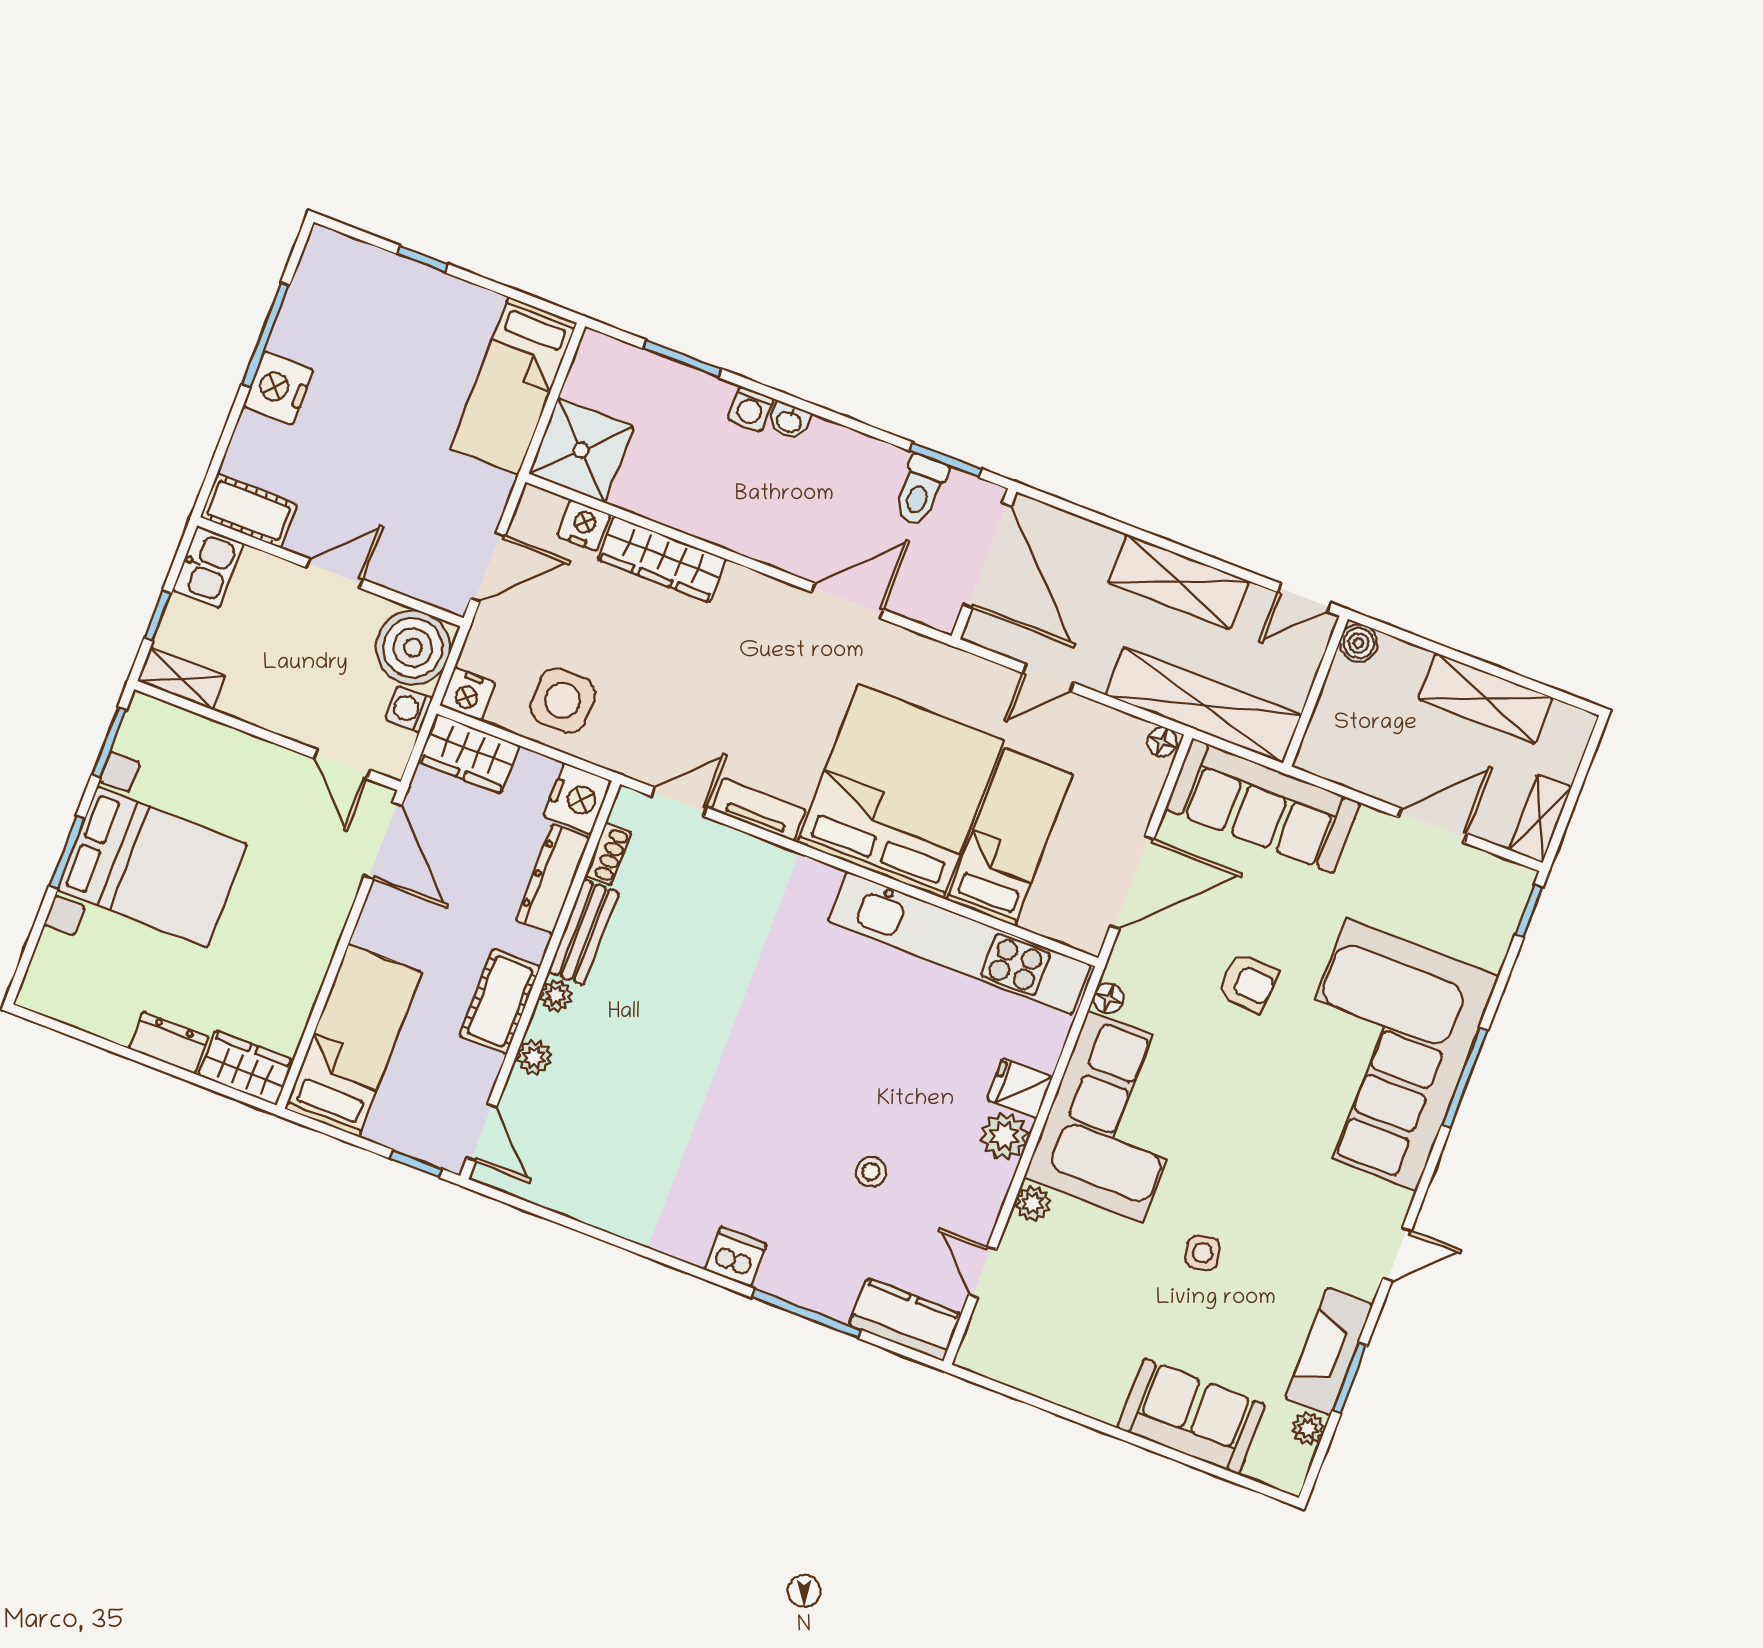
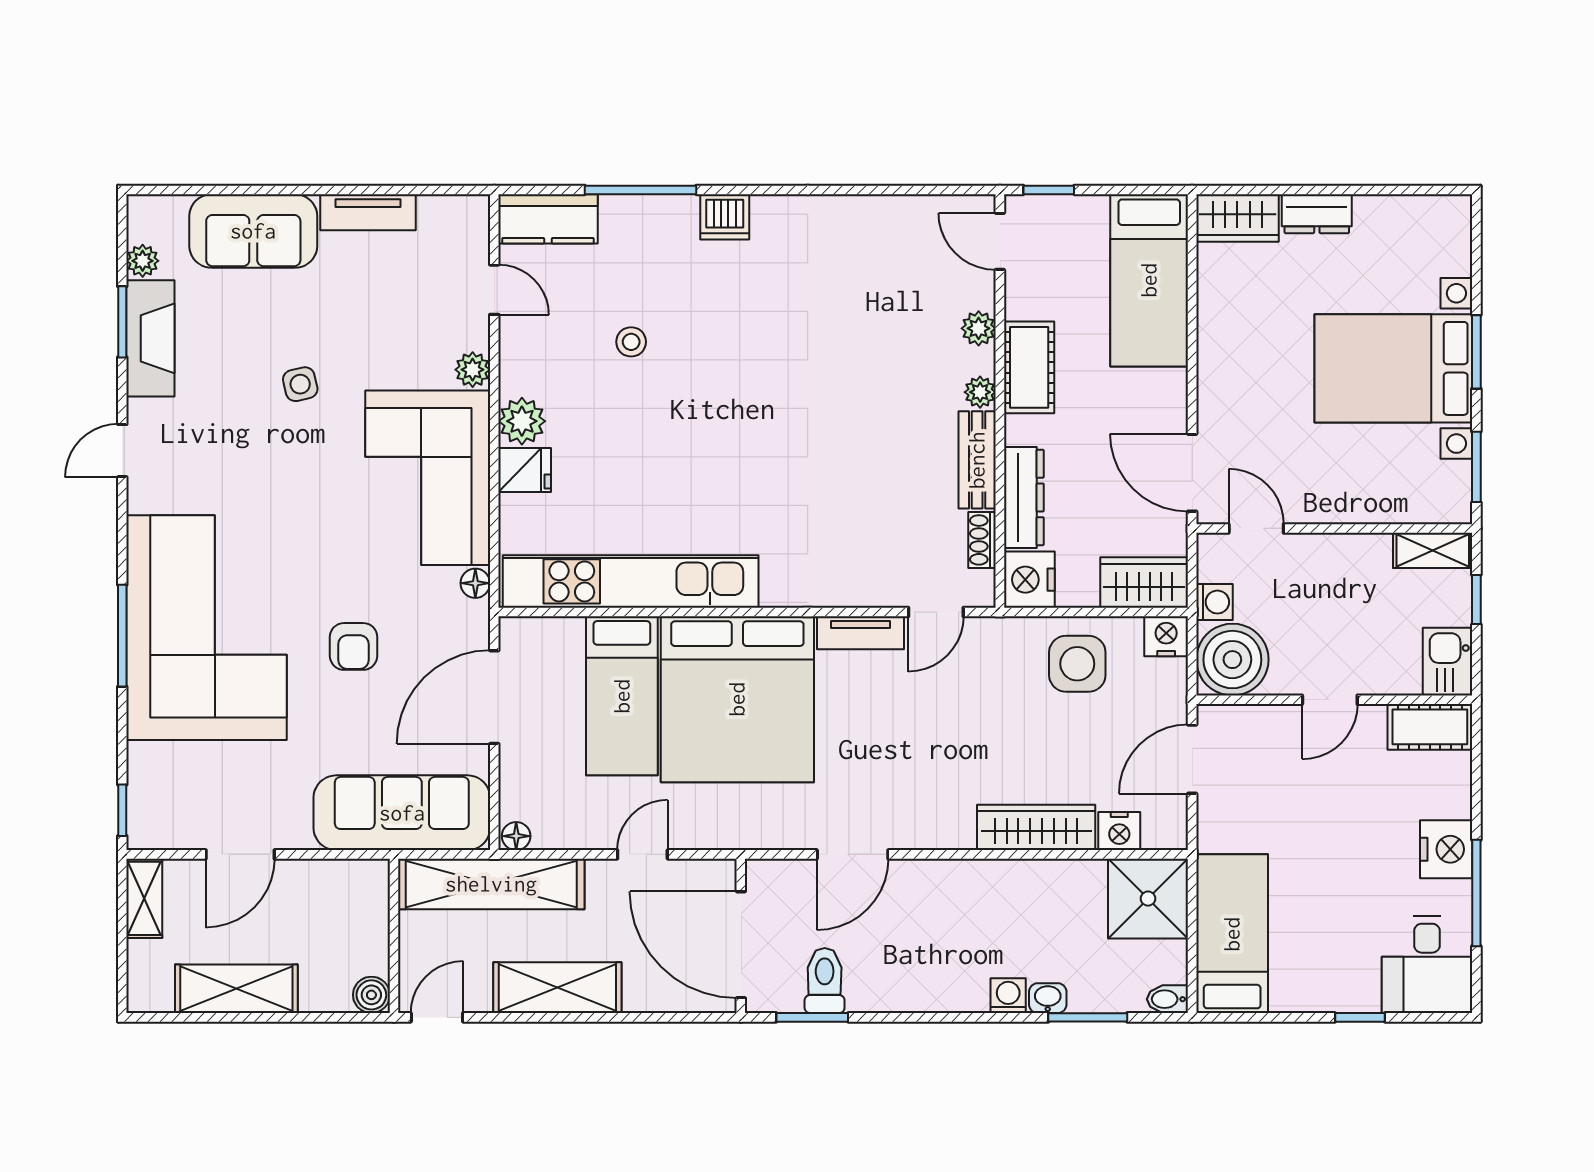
desk: (339, 285) -> (1427, 964), added
bidet: (599, 347) -> (1167, 999), added
washbasin: (789, 421) -> (1048, 998), moved
armchair: (1248, 983) -> (354, 646), turned -95
tv unit: (1075, 1392) -> (368, 212), added

